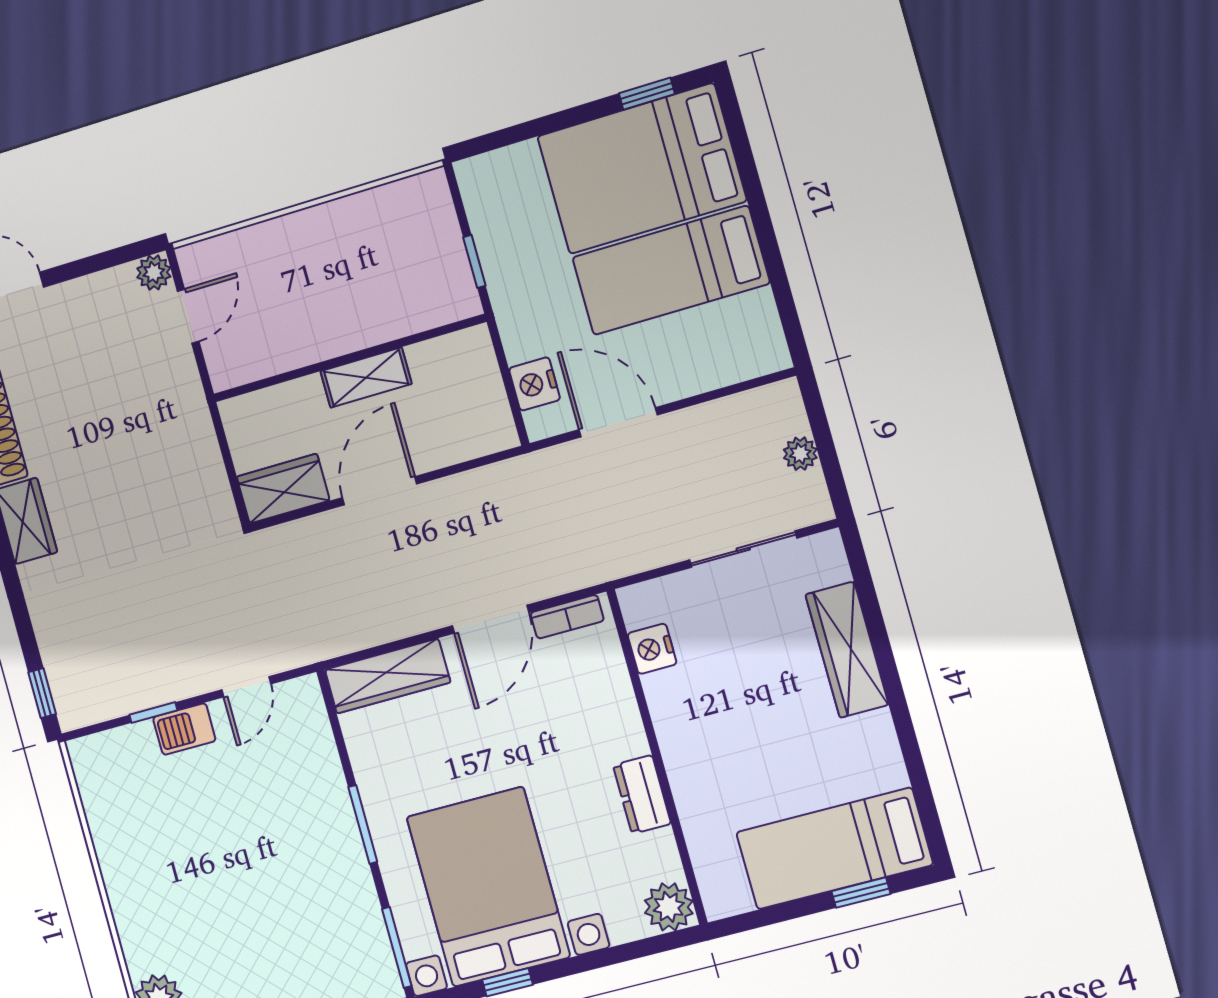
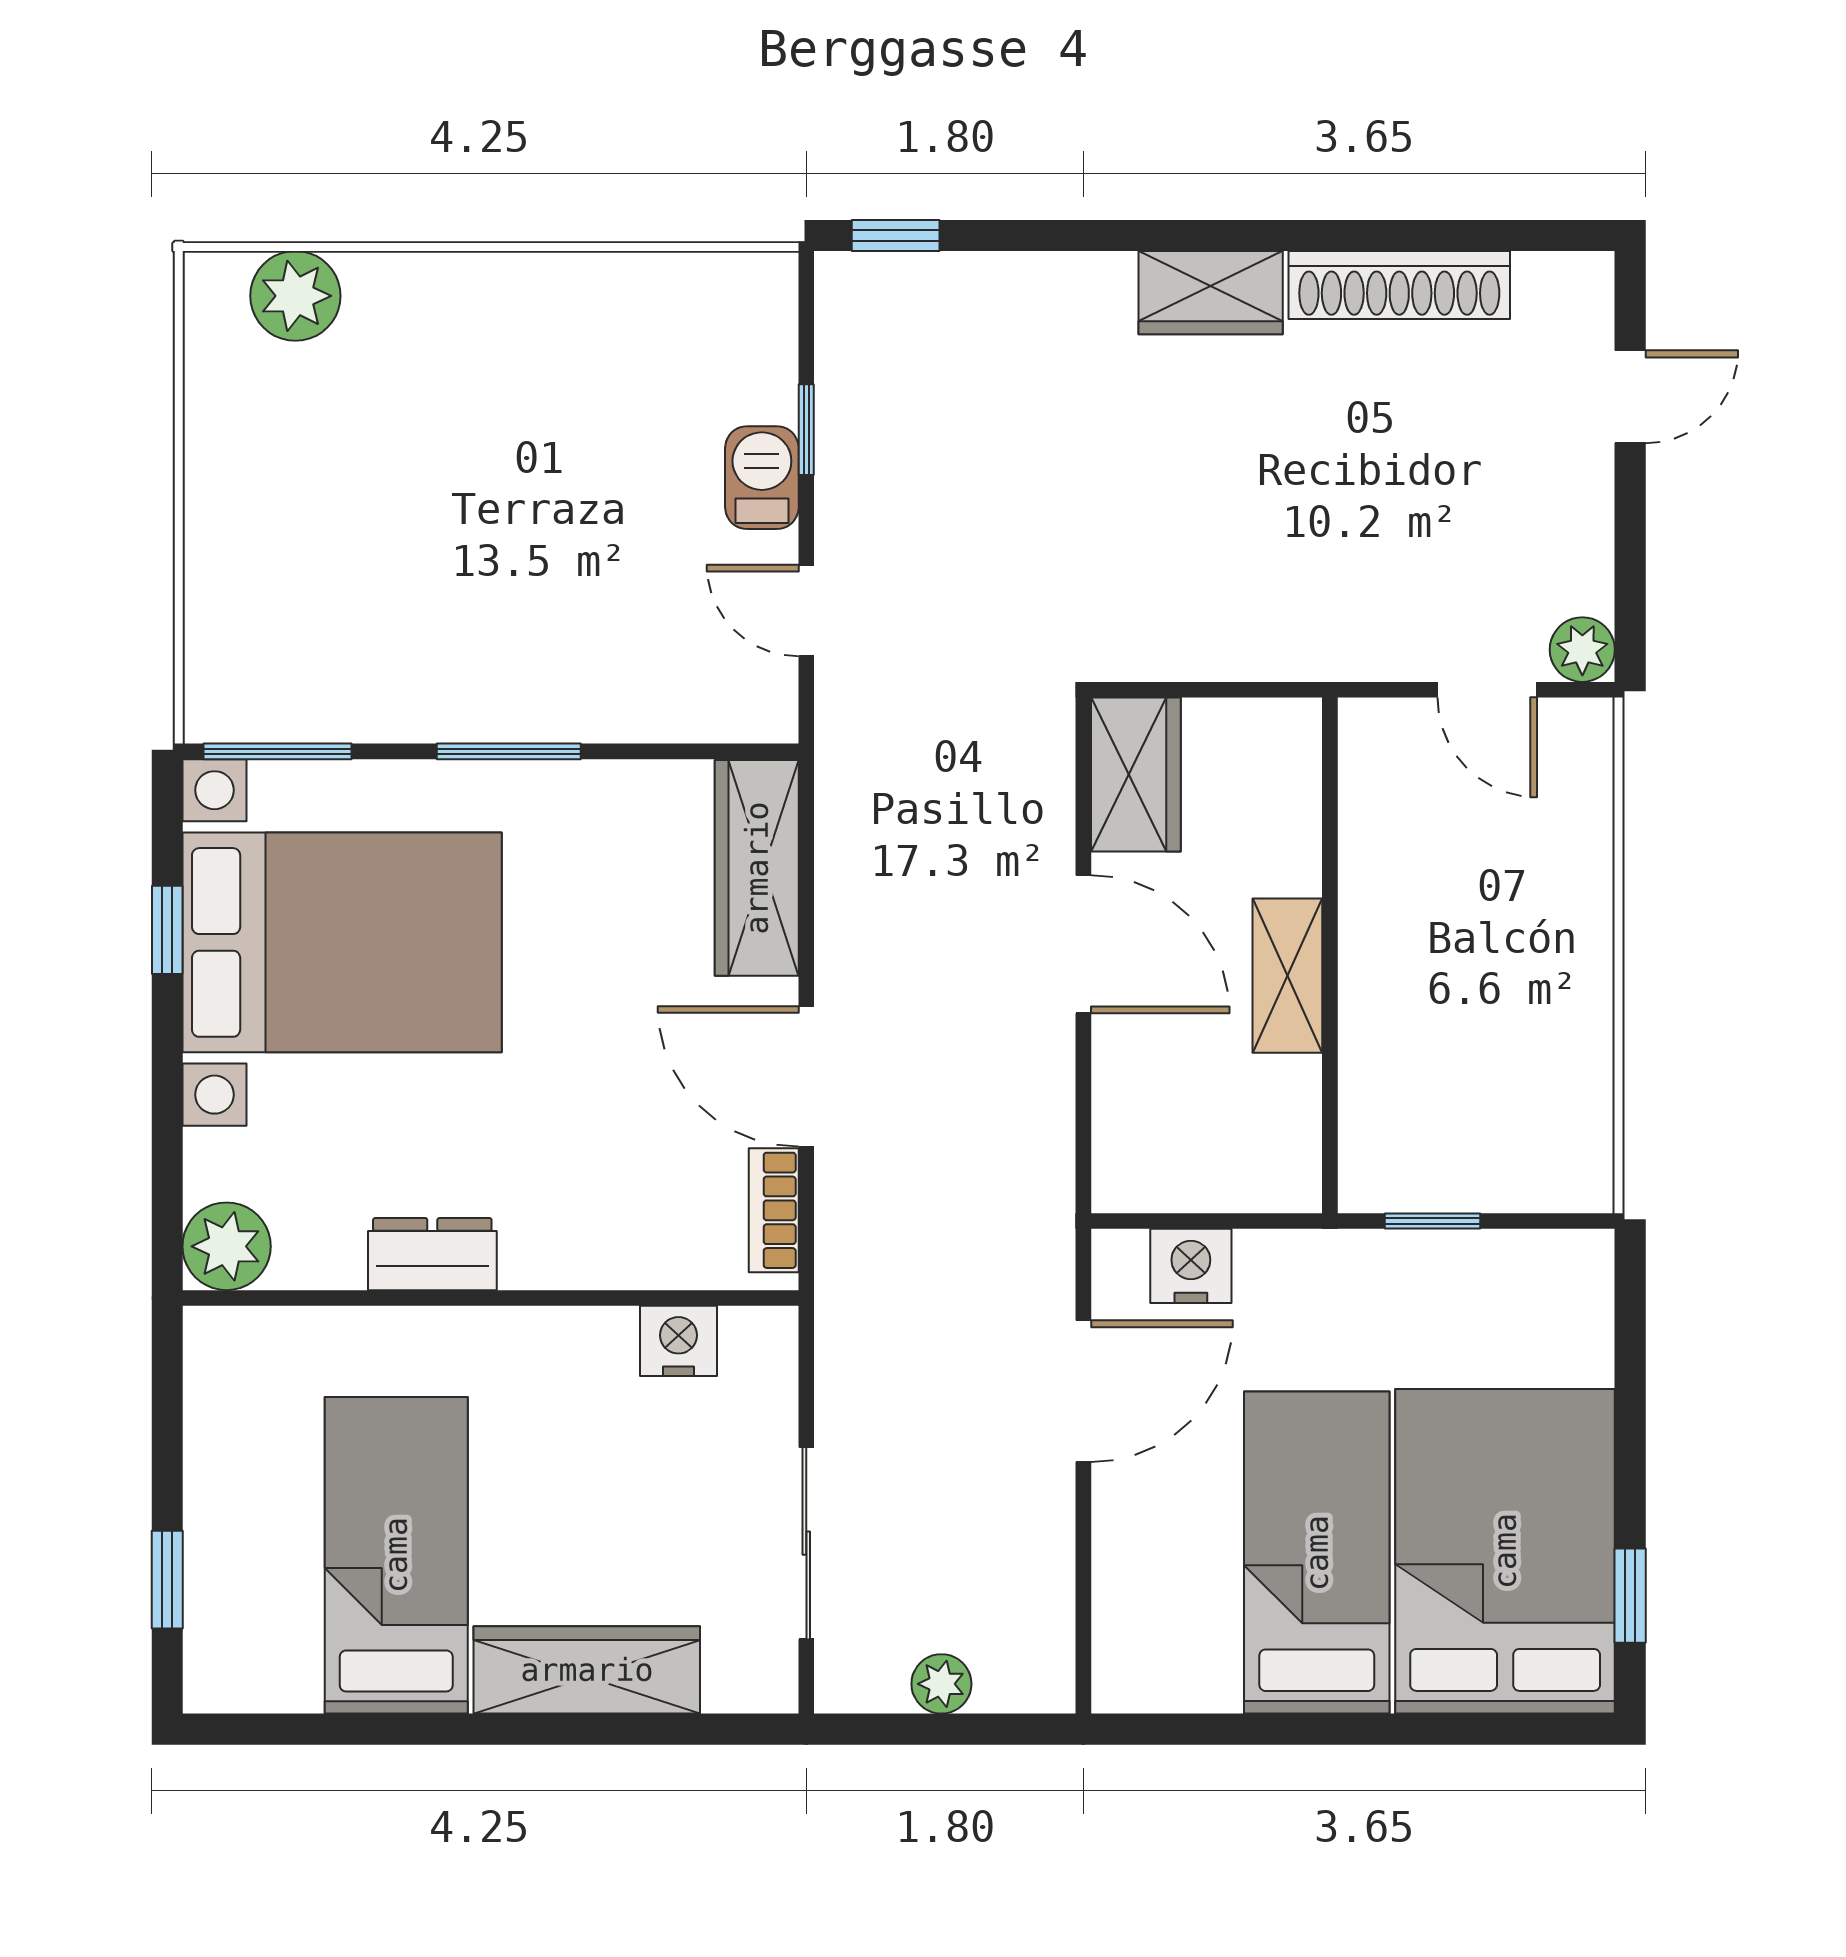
bed: (834, 849) -> (396, 1555), moved

